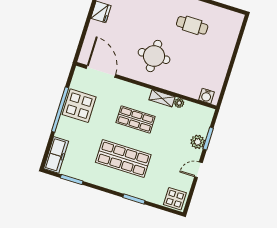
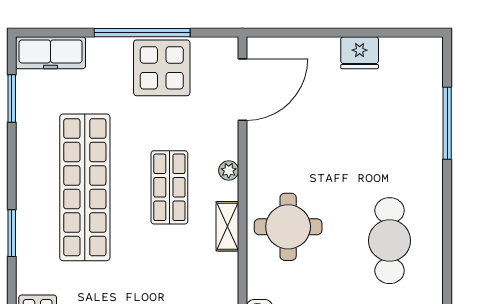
cafe table: (192, 25) -> (390, 241), width x1.37, depth x1.35
round table: (154, 56) -> (288, 227), moved
plant: (179, 103) -> (229, 170), moved
shop shelf: (123, 159) -> (85, 187), width x1.40

